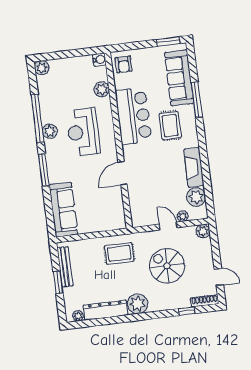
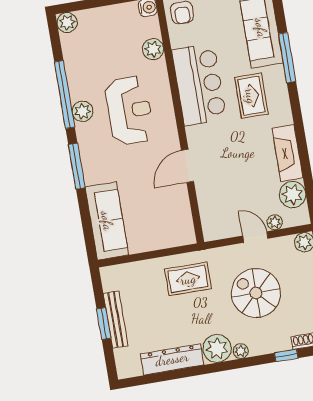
reception desk: (83, 132) -> (129, 111), turned 180
bench: (65, 267) -> (116, 320), moved
plant: (78, 316) -> (241, 351), moved

